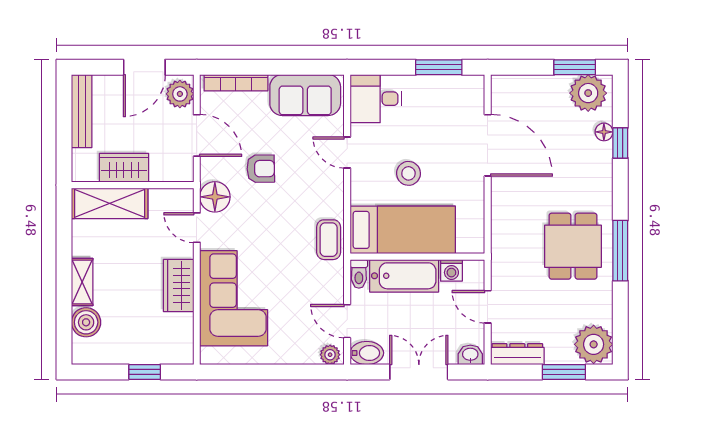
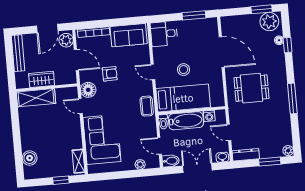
door: (347, 152) -> (153, 72), moved
dining table: (573, 246) -> (252, 88), moved, turned 90
shelving: (82, 282) -> (79, 161), moved
wardrobe: (179, 286) -> (74, 136), removed
plant: (594, 344) -> (288, 151), width x0.53, depth x0.53
plant: (330, 355) -> (140, 164), moved

